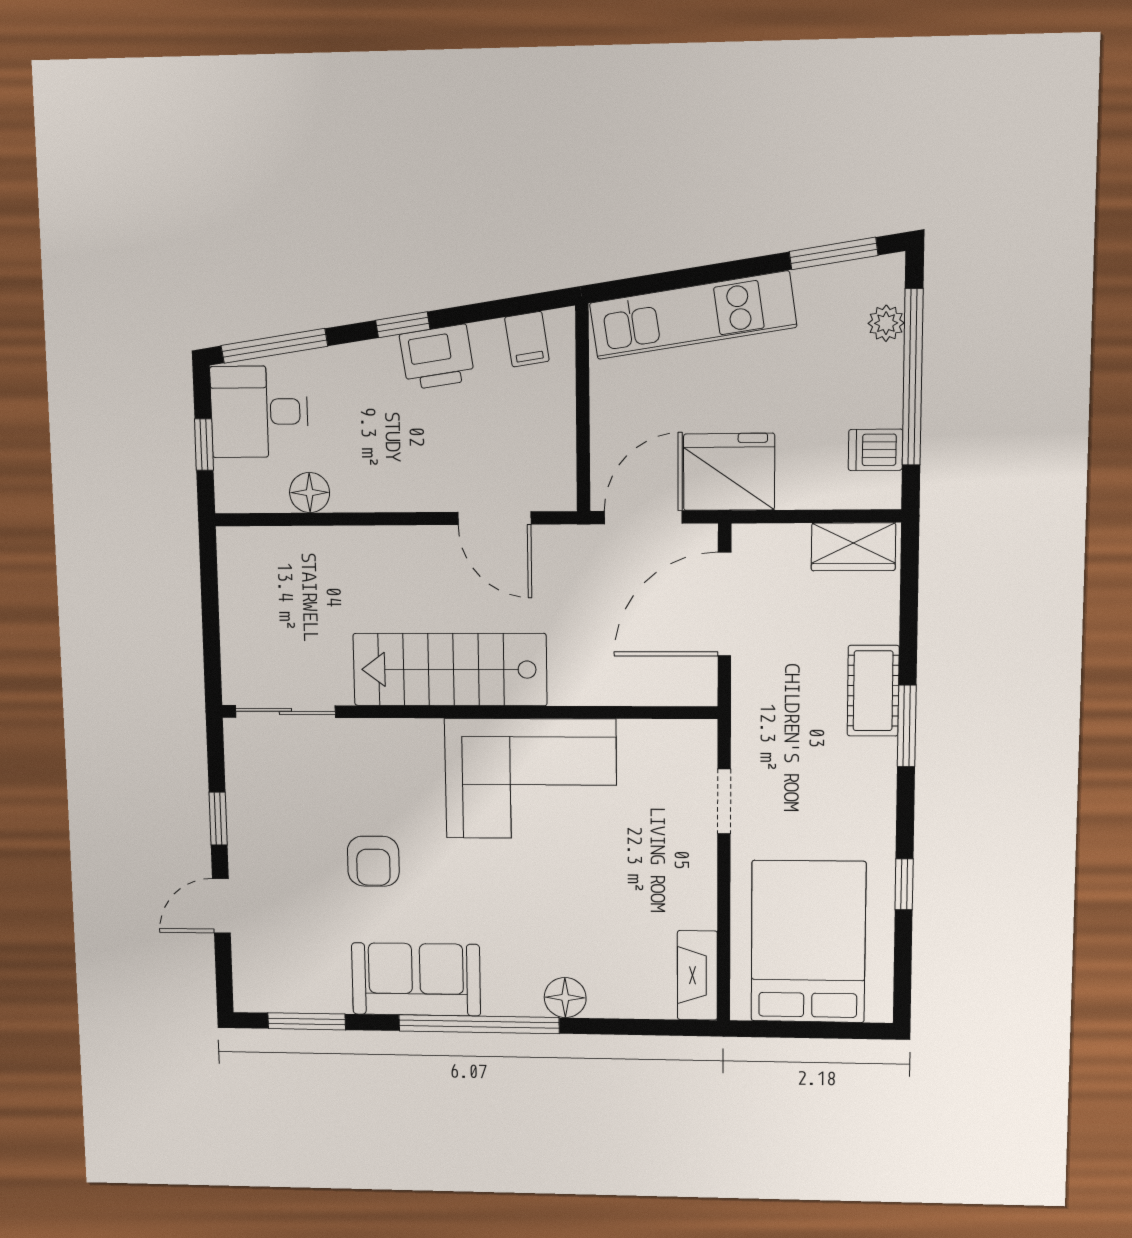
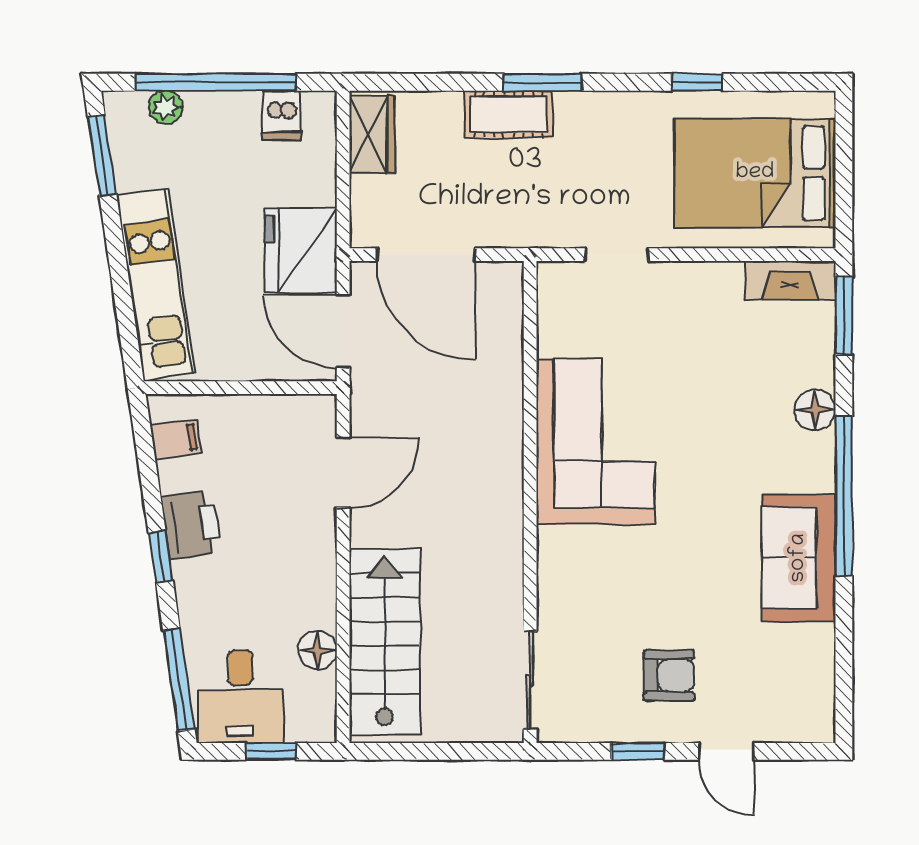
stairs: (450, 670) -> (385, 642), moved, turned 180
armchair: (373, 861) -> (669, 676), moved
window: (307, 1021) -> (844, 316), moved

